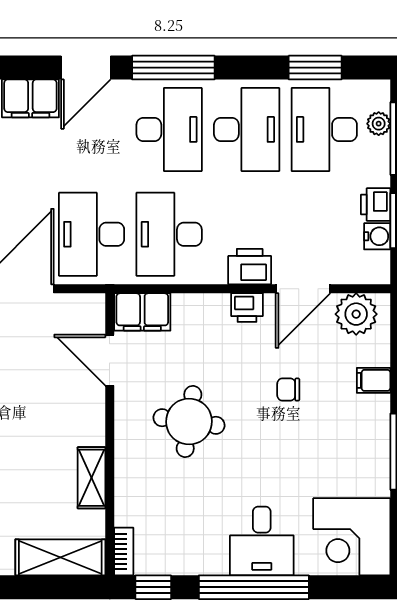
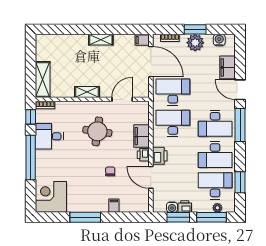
filing cabinet: (142, 312) -> (141, 136), moved
plant: (356, 314) -> (141, 199), removed
shelving: (91, 478) -> (87, 92), moved
desk: (262, 541) -> (49, 136), moved

